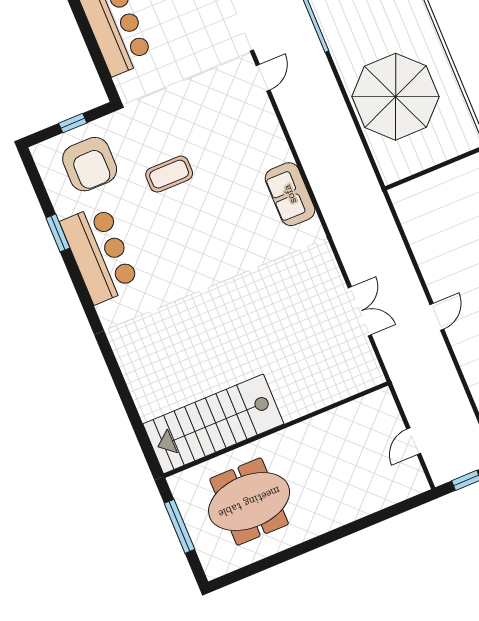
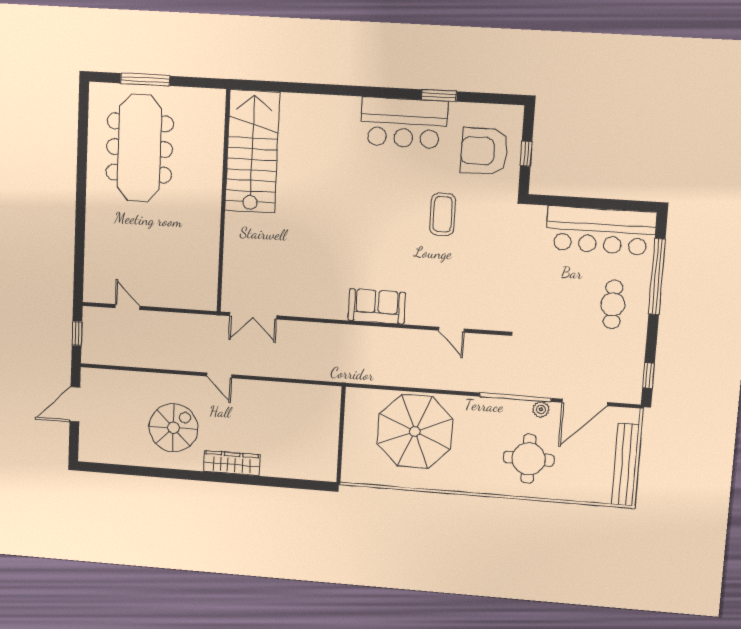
door: (263, 78) -> (452, 330), moved
stairs: (213, 424) -> (252, 152), moved
wall: (276, 430) -> (223, 201), moved
meeting table: (249, 502) -> (139, 148), width x1.36

